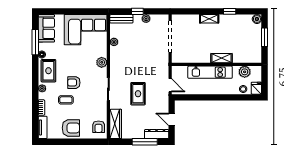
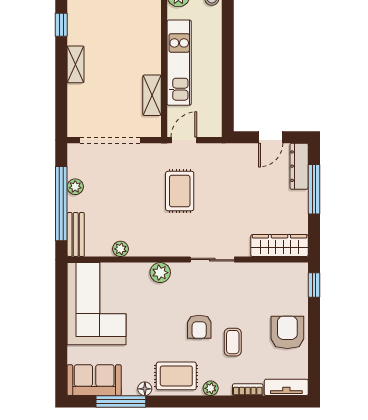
window: (137, 11) -> (61, 204), width x3.17
shelving: (221, 58) -> (152, 95), moved
door: (170, 85) -> (184, 140), moved
rug: (138, 94) -> (180, 191), moved, turned 90
armchair: (99, 127) -> (285, 279), removed
window: (95, 142) -> (314, 285), added

